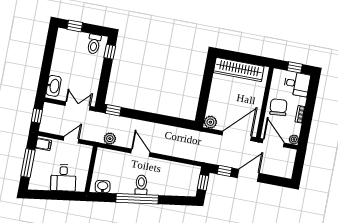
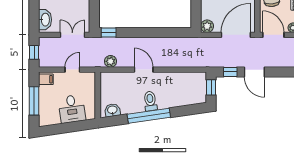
door: (248, 175) -> (254, 72), swing flipped

